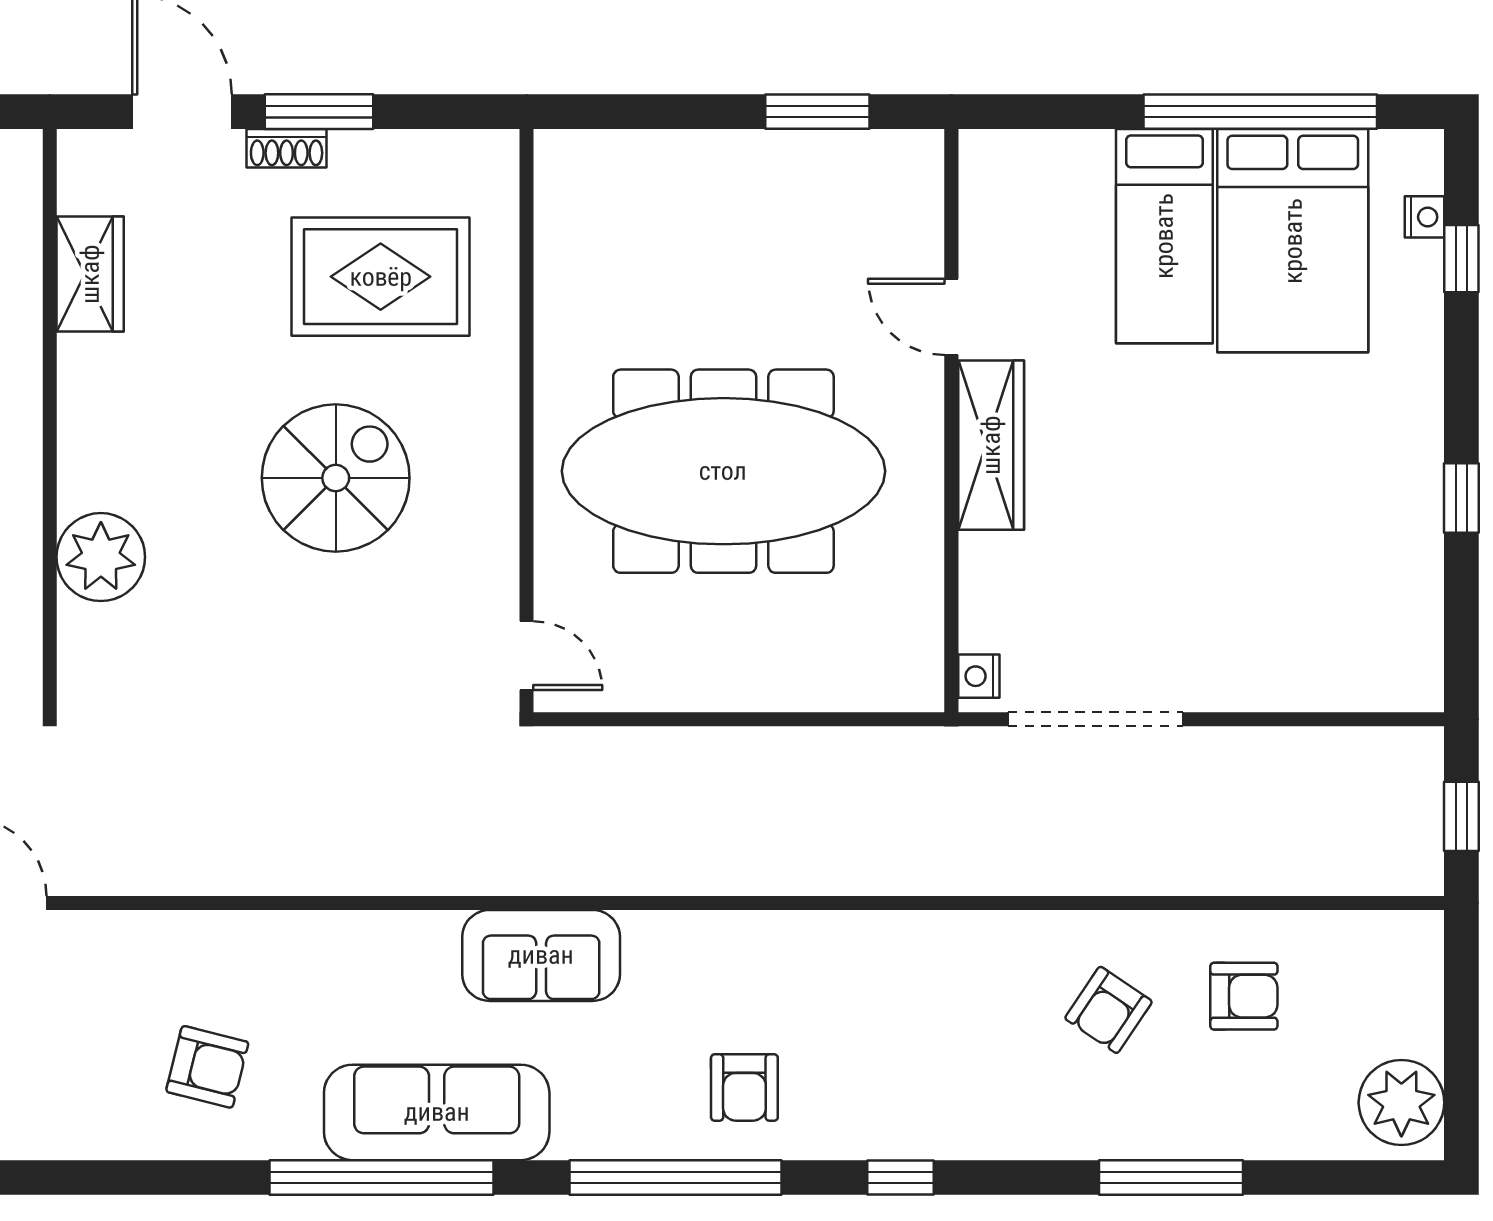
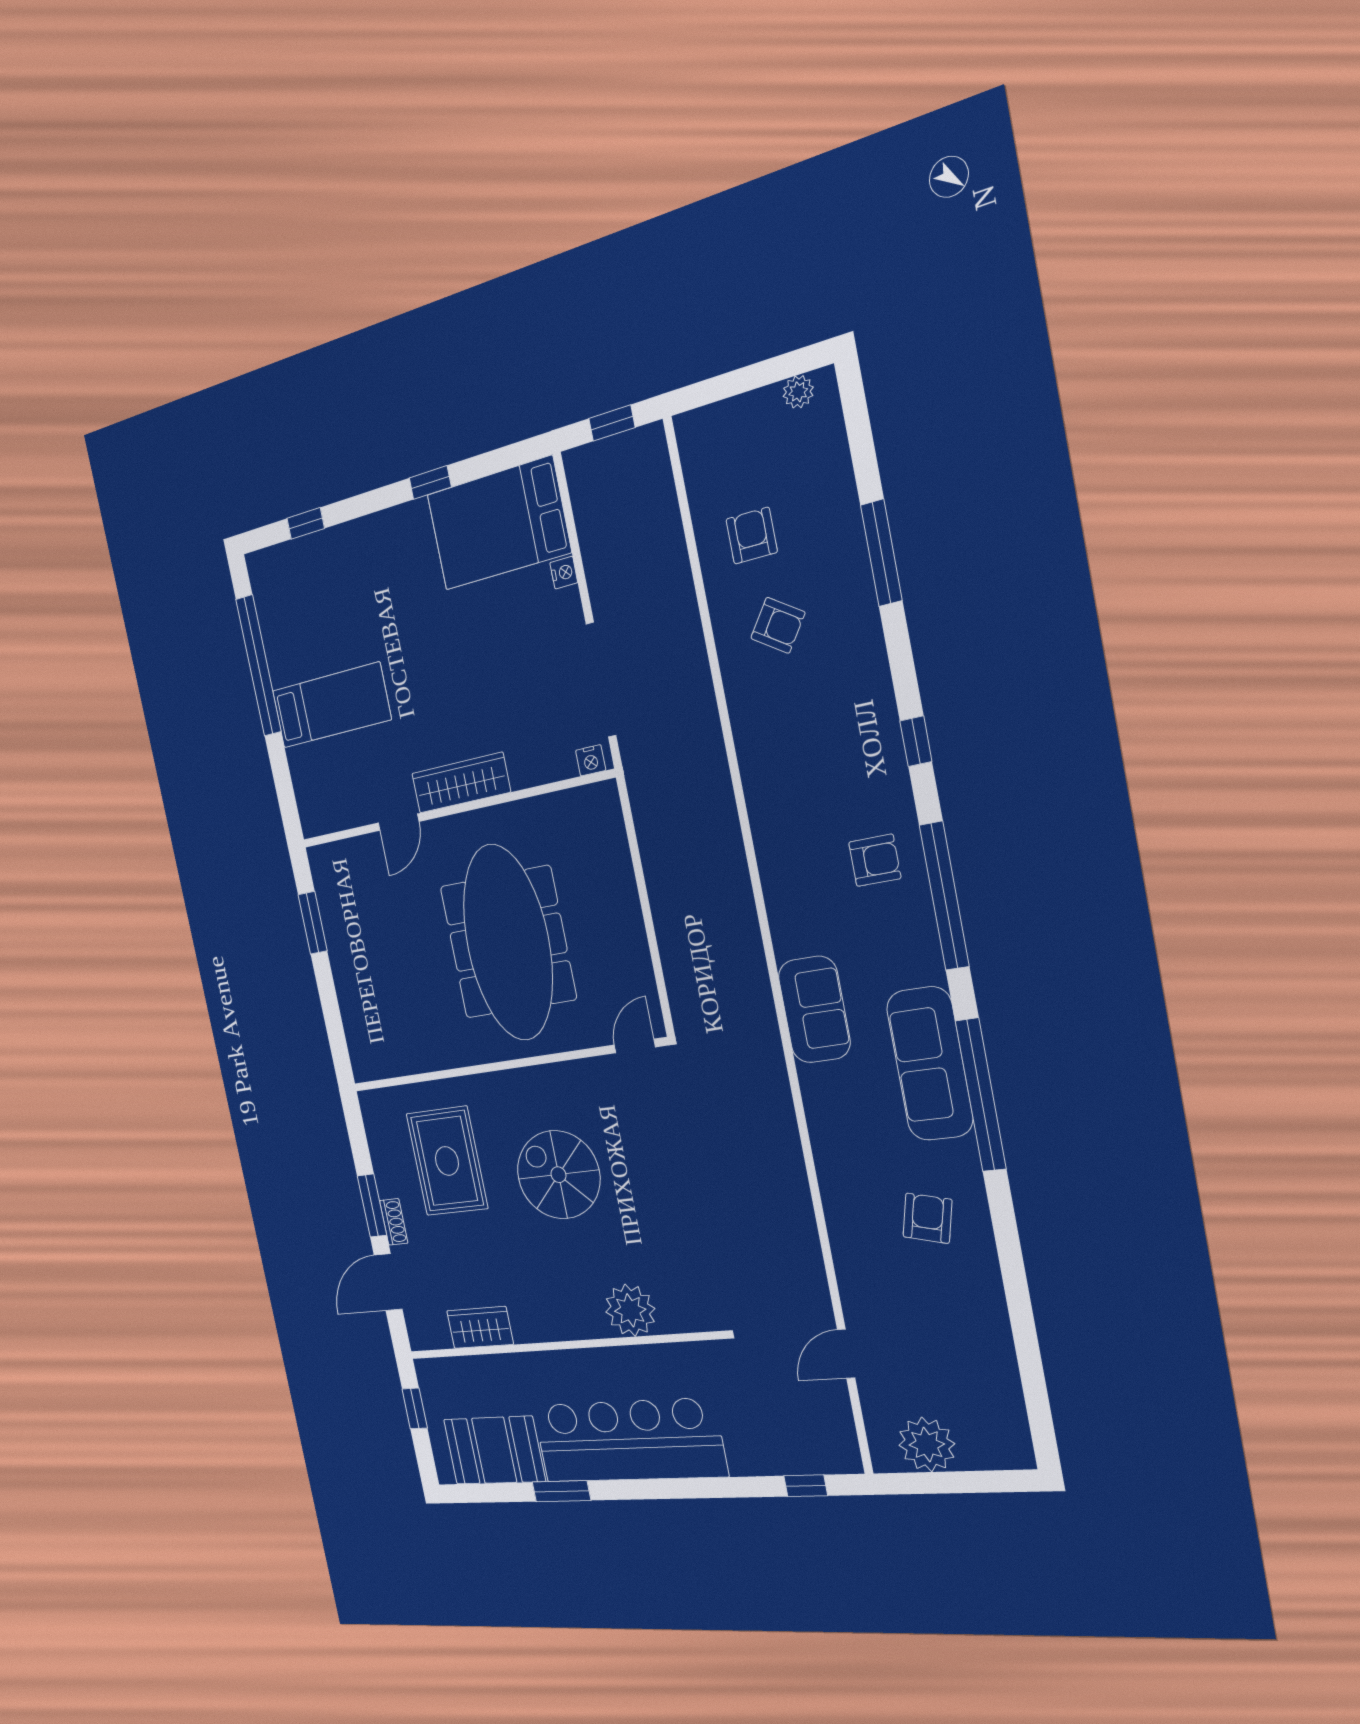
nightstand: (1425, 217) -> (564, 573), moved, turned 90
bed: (1293, 241) -> (498, 523), moved, turned 180
plant: (1401, 1103) -> (798, 392), width x0.53, depth x0.53

